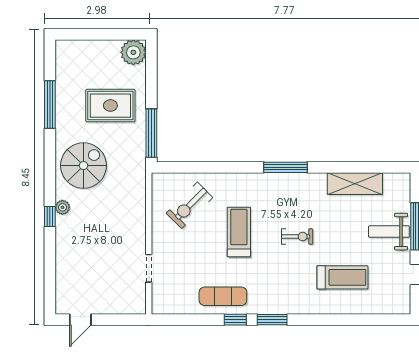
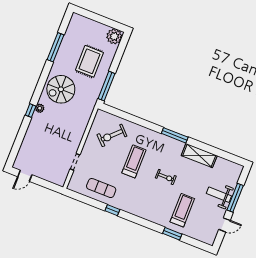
rug: (110, 106) -> (89, 61), turned 90
spiral stairs: (84, 166) -> (61, 89), turned 180
shelving: (355, 184) -> (199, 156), moved
treadmill: (342, 277) -> (182, 210), turned -90
exercise mat: (223, 296) -> (101, 188), moved
window: (272, 320) -> (172, 234), moved

